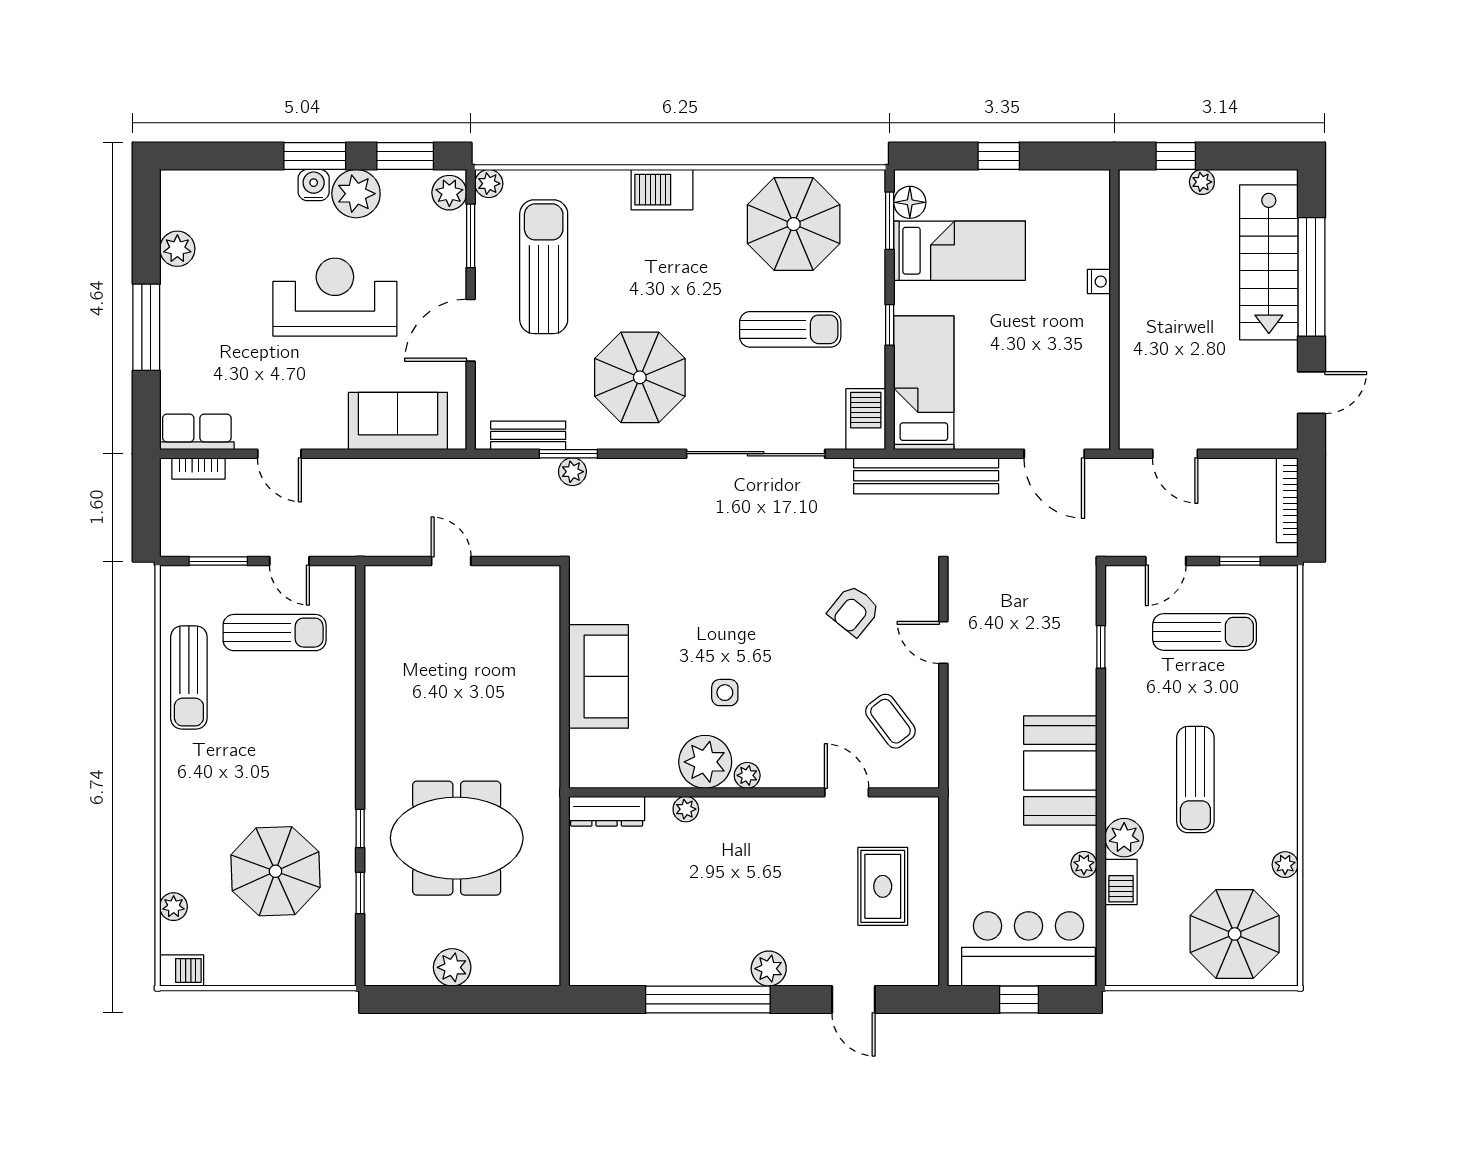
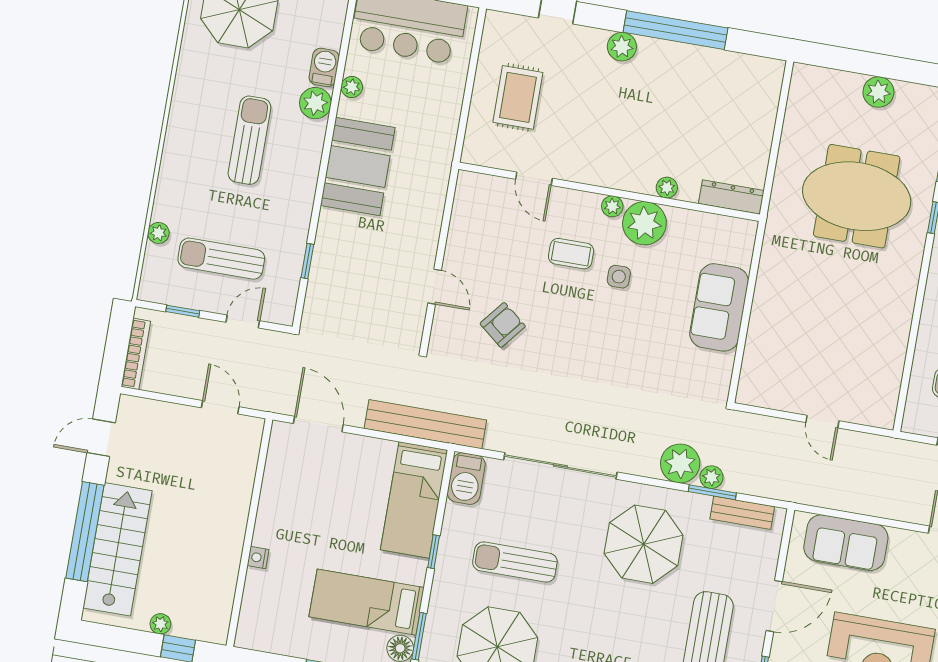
plant: (613, 482) -> (680, 463), added
coffee table: (890, 721) -> (571, 254), moved, turned -53
plant: (1285, 865) -> (158, 233), moved

